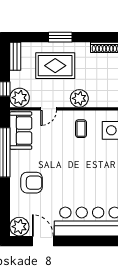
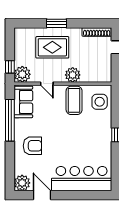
bench: (15, 56) -> (19, 39), removed
door: (49, 109) -> (47, 84), hinge flipped
coffee table: (81, 129) -> (74, 100), width x1.86, depth x1.72

